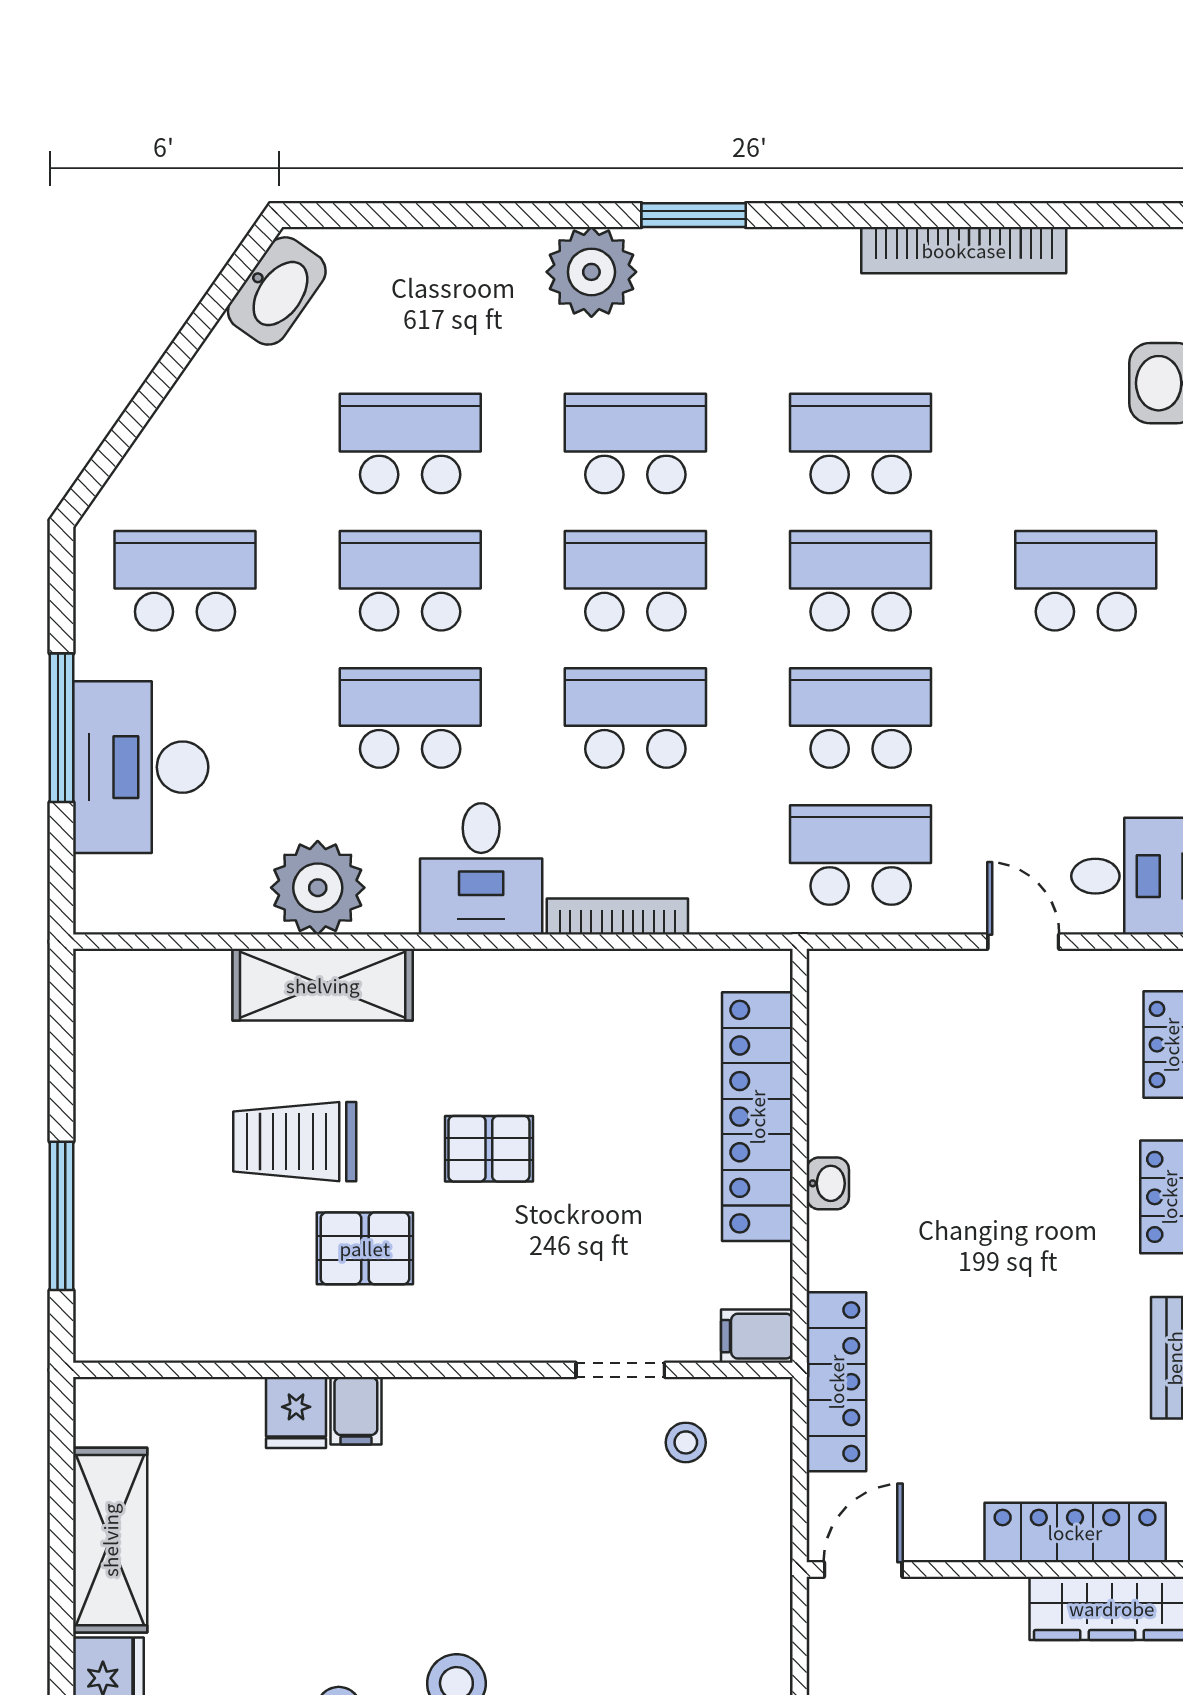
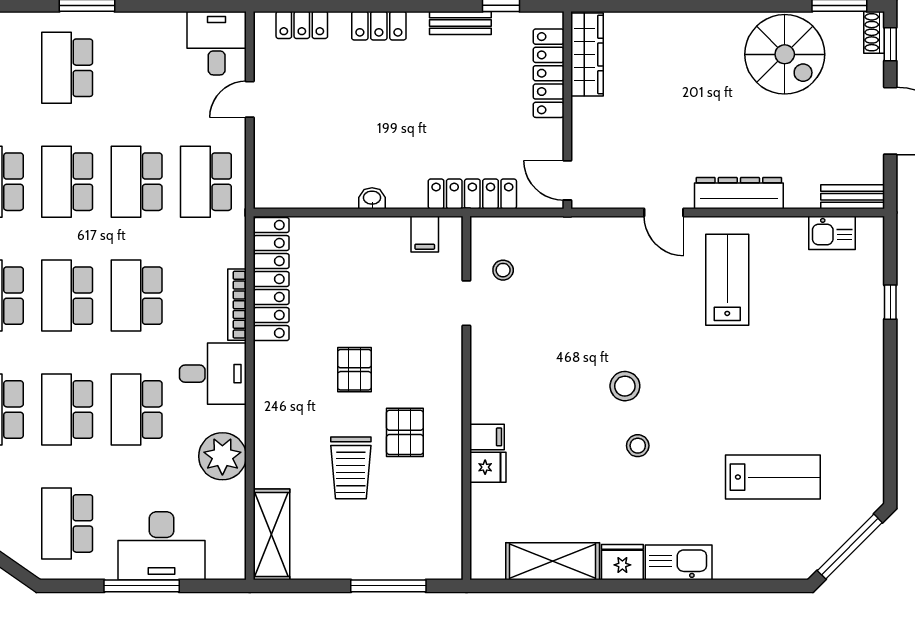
shelving: (323, 985) -> (272, 534), moved
locker: (757, 1117) -> (271, 279), moved, turned -90
filing cabinet: (757, 1336) -> (425, 234), moved

